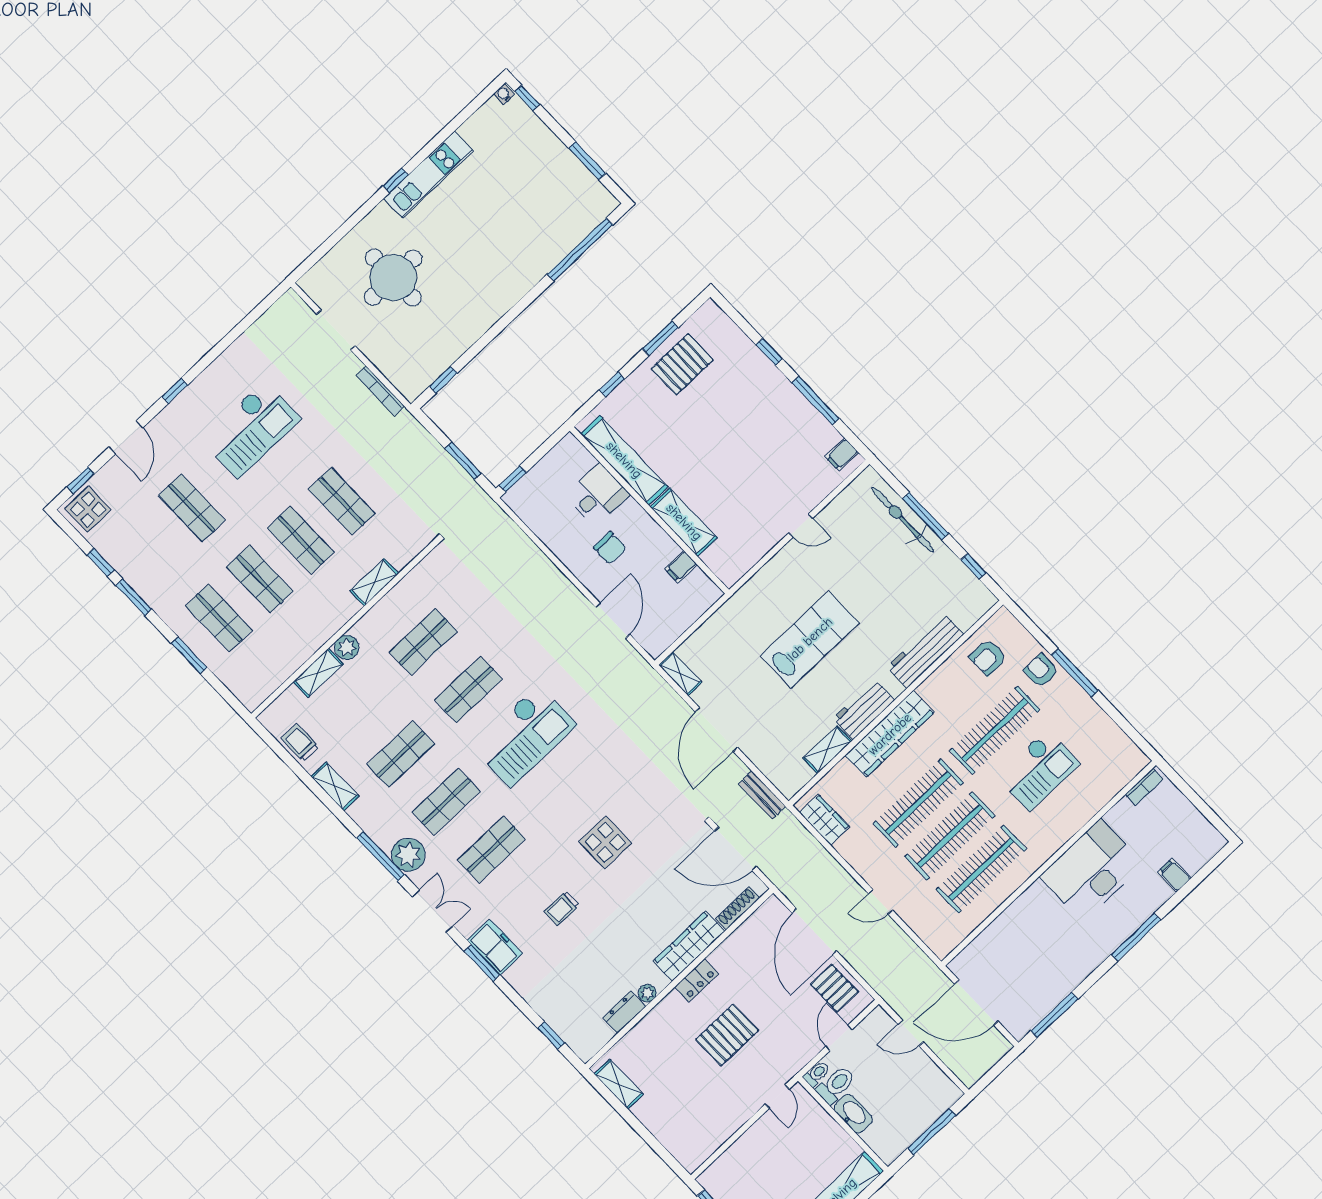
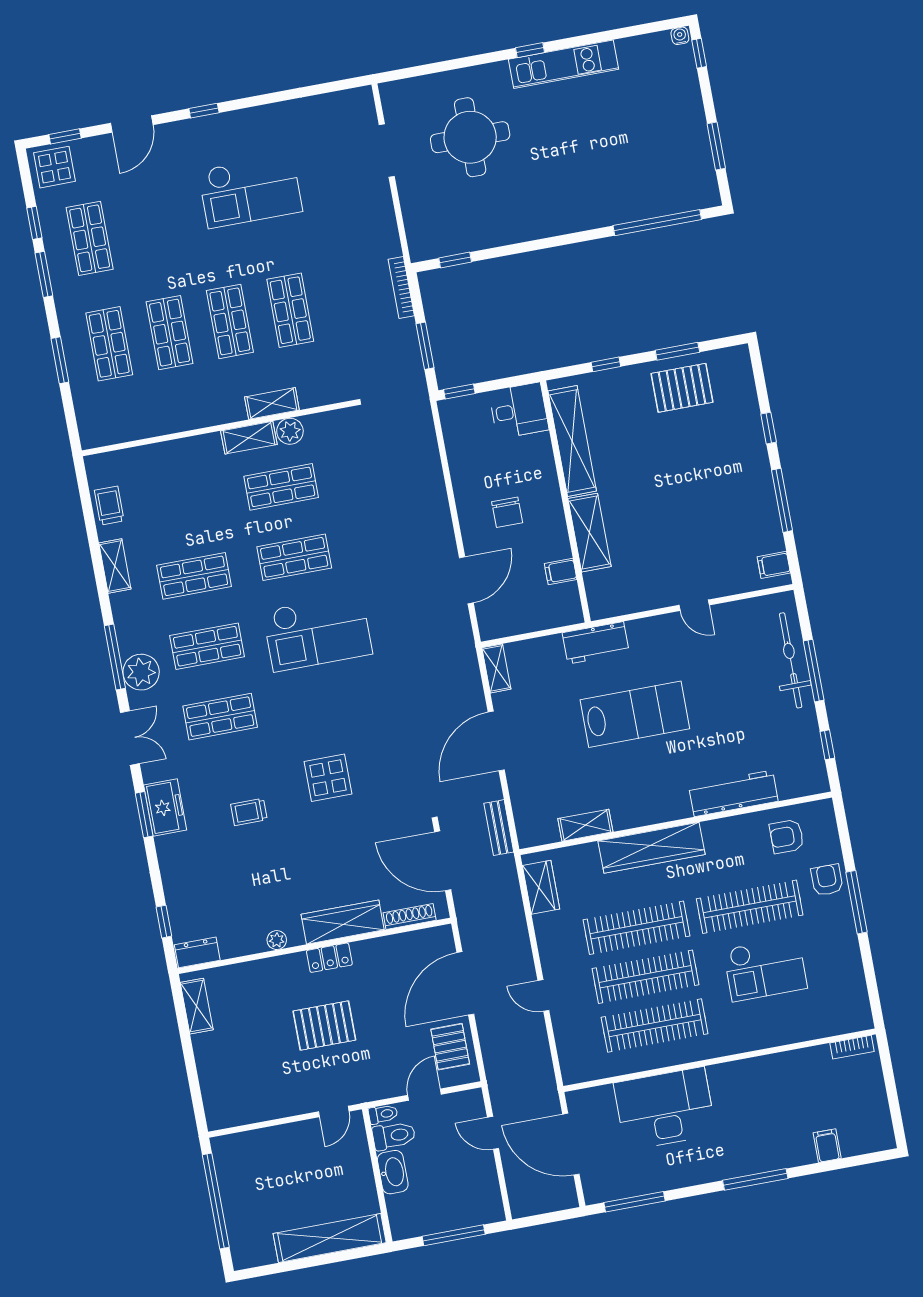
bookcase: (380, 391) -> (401, 287), moved
desk: (597, 495) -> (519, 411), moved
shop shelf: (192, 508) -> (90, 238), moved
plant: (347, 647) -> (290, 431), moved
shelving: (318, 673) -> (249, 438), moved
workbench: (864, 709) -> (596, 643), moved, turned 180
desk: (1091, 870) -> (665, 1109), moved
dresser: (624, 1012) -> (197, 952), moved

